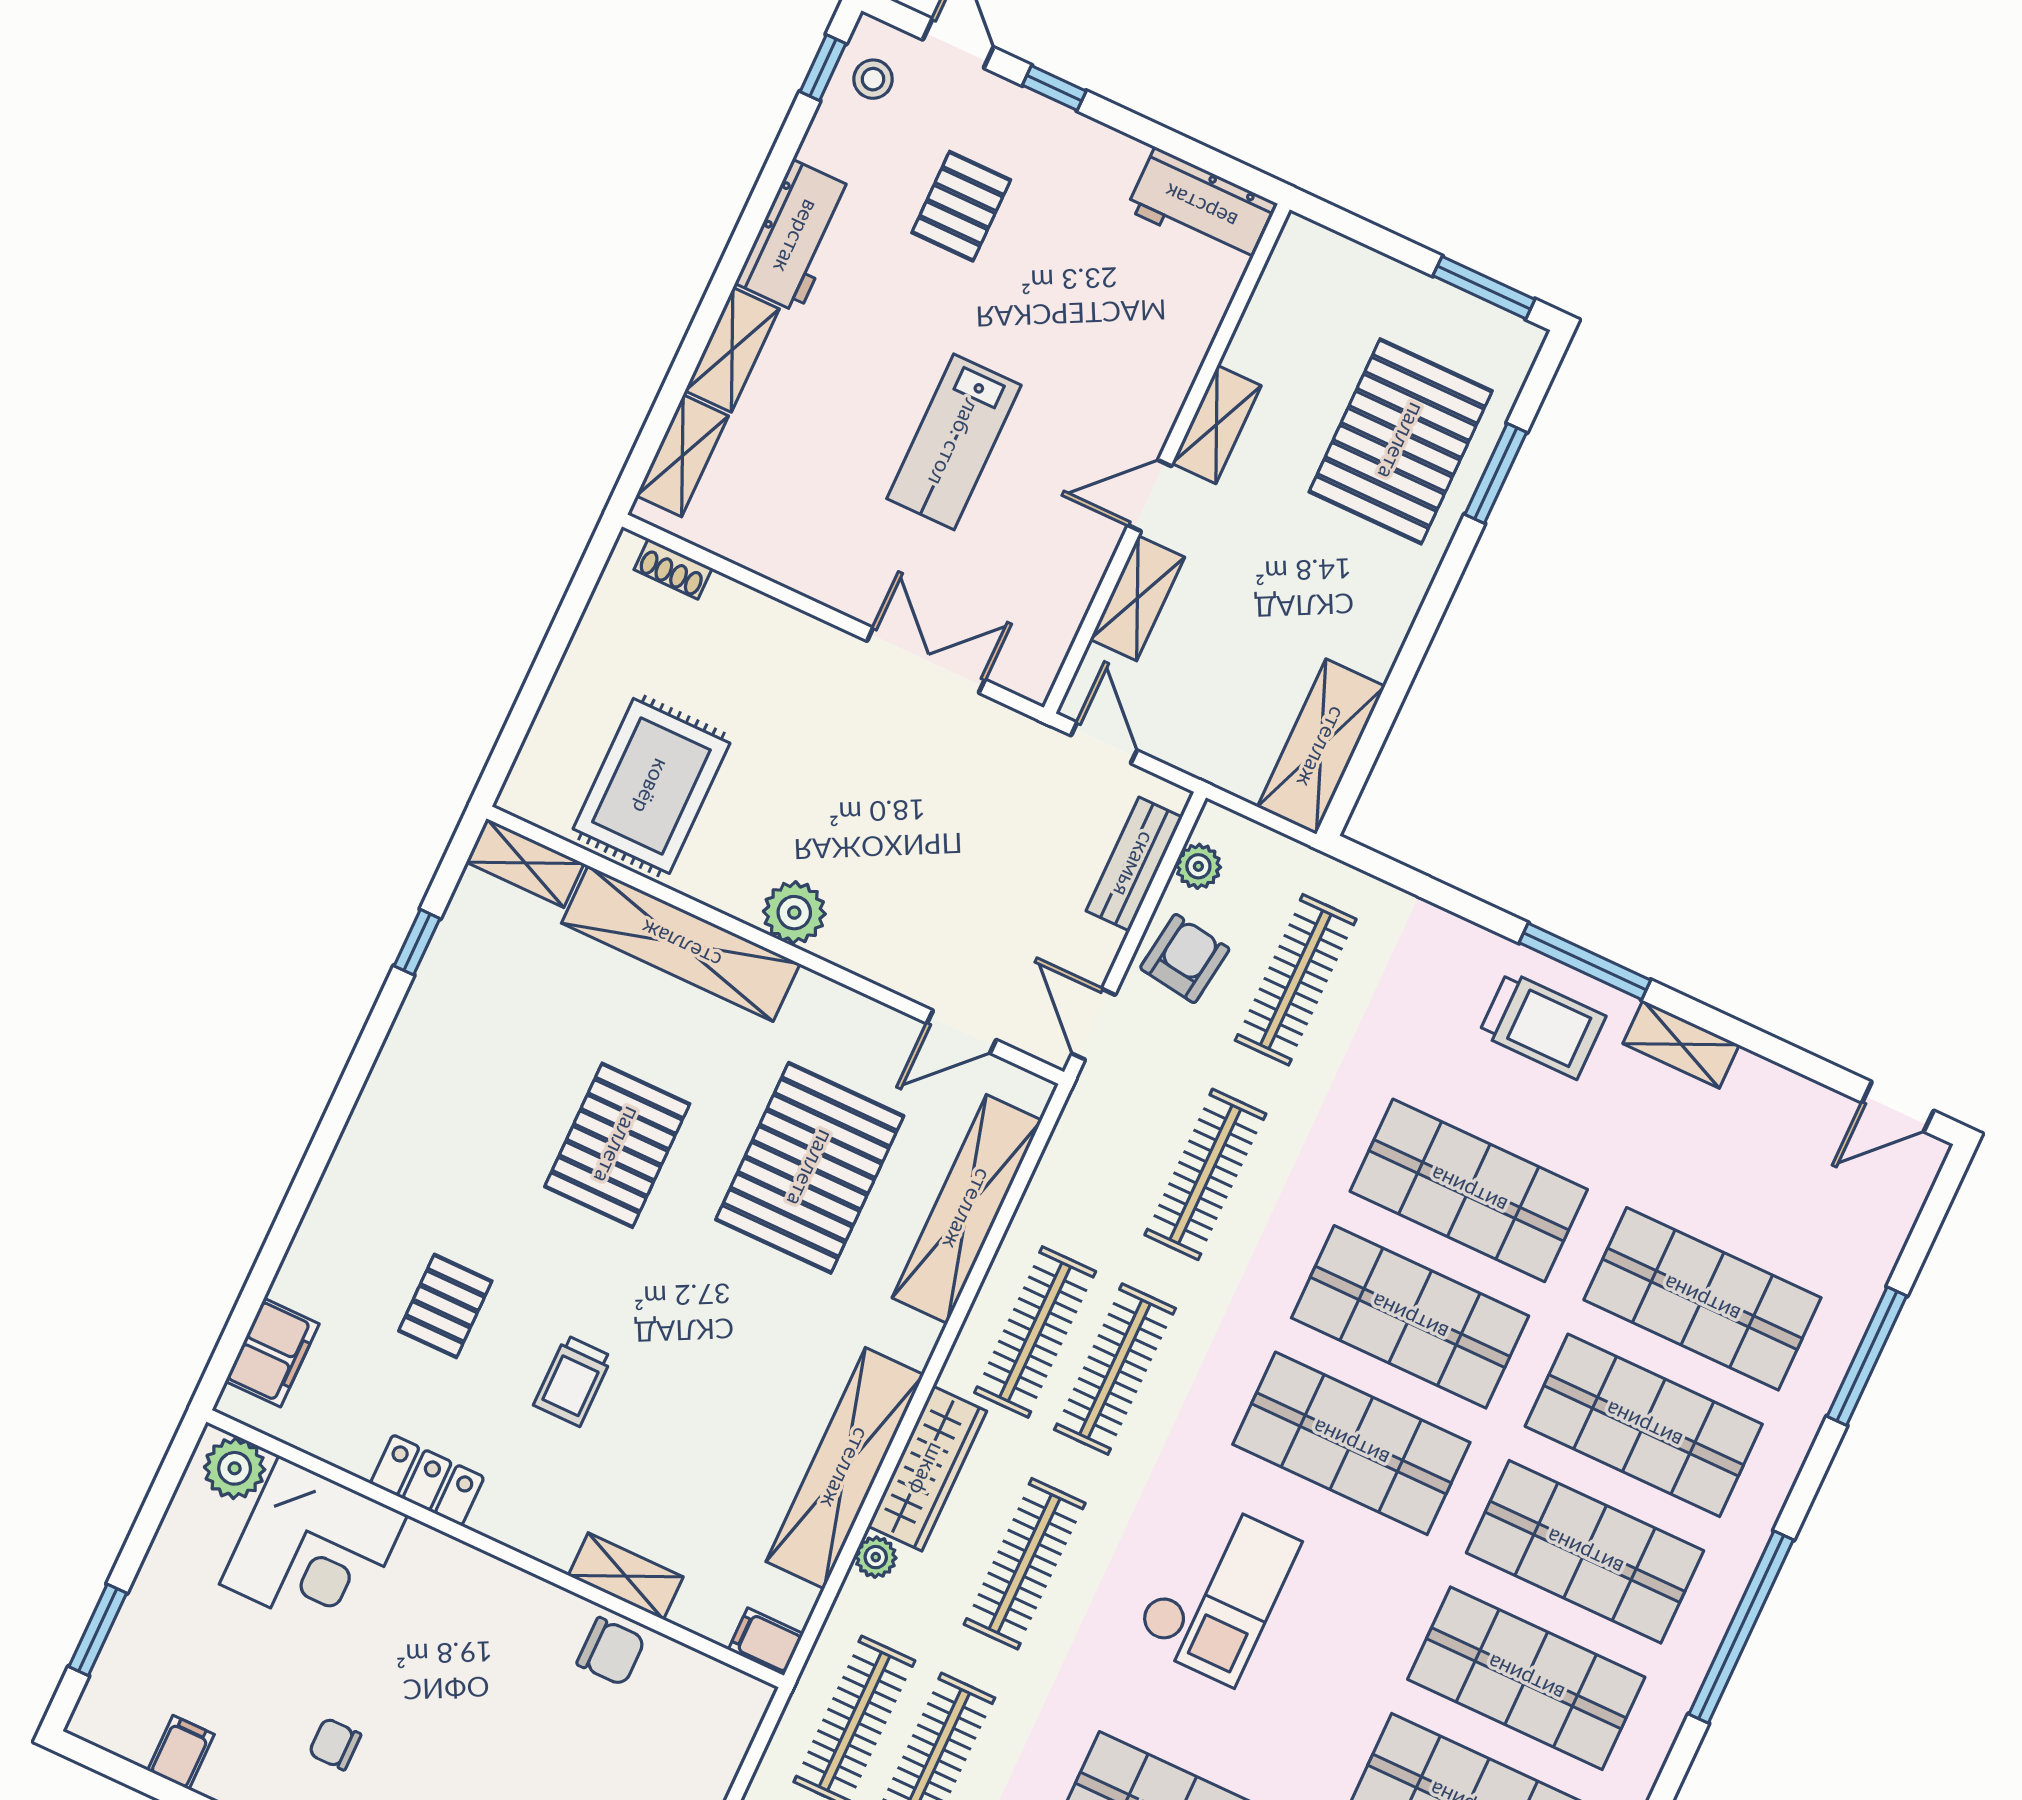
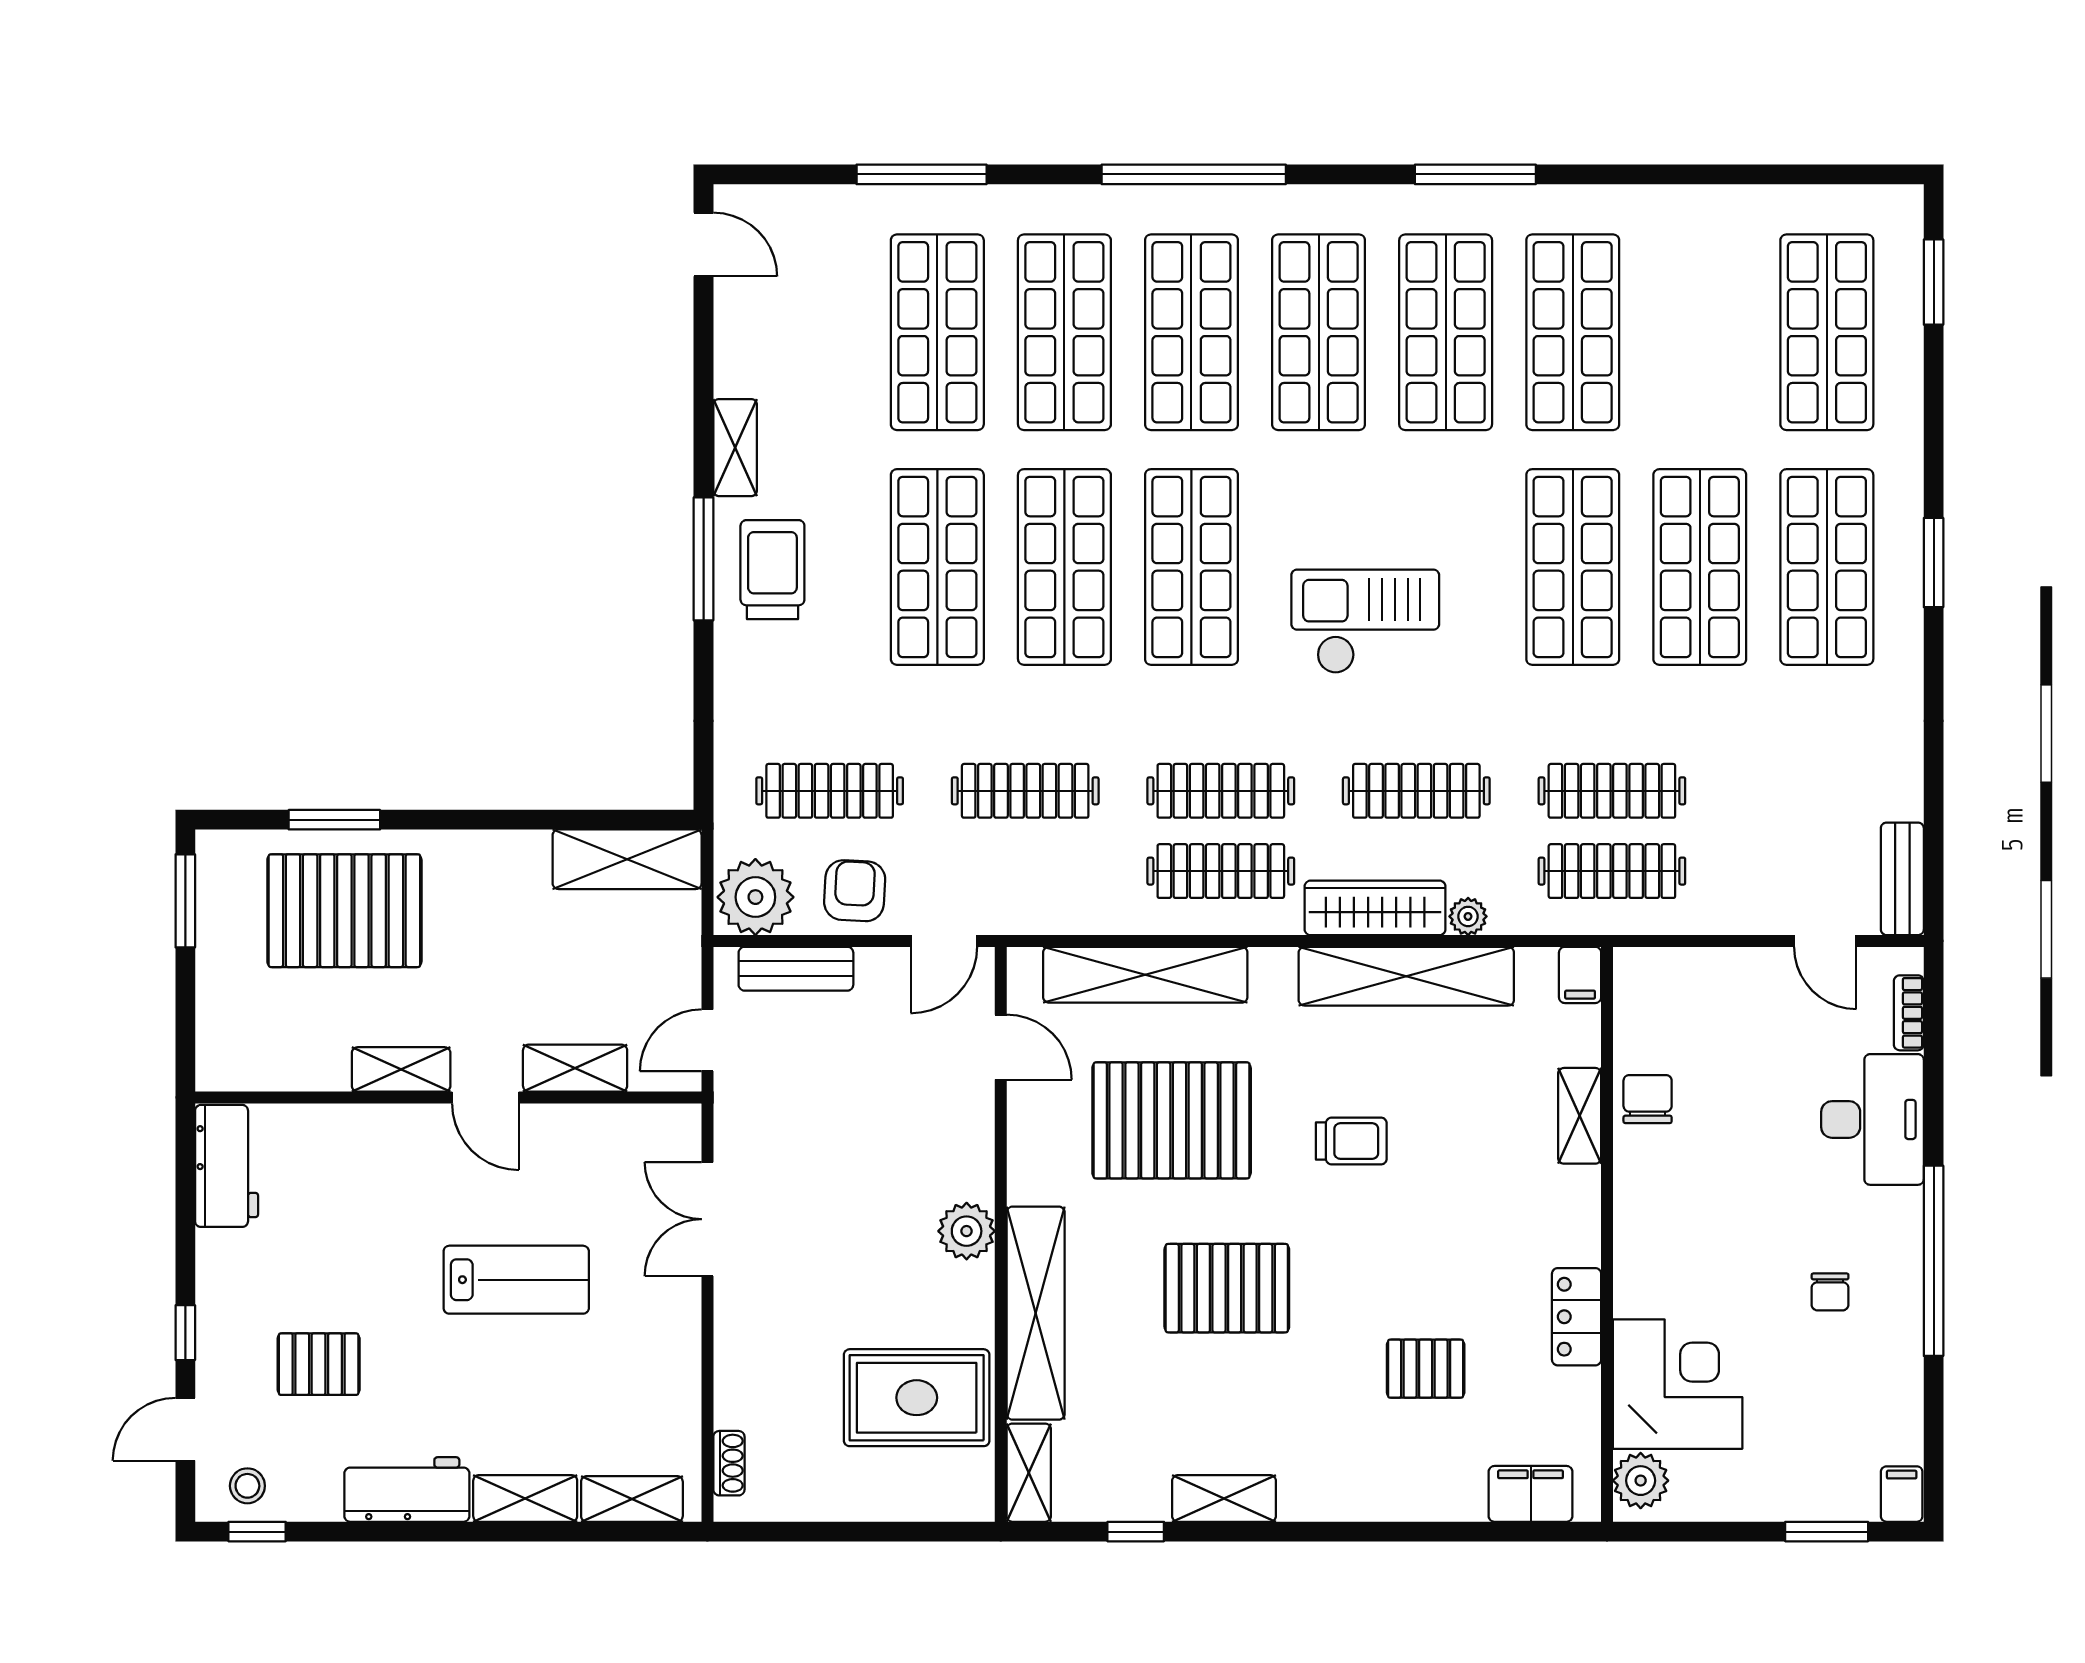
plant: (1198, 866) -> (755, 897), width x1.87, depth x1.87
armchair: (1185, 959) -> (855, 891), turned 85
shelving: (409, 1045) -> (1224, 1498), added
trolley: (573, 1381) -> (1351, 1141), moved
filing cabinet: (181, 1752) -> (1902, 1494), moved, turned 90

